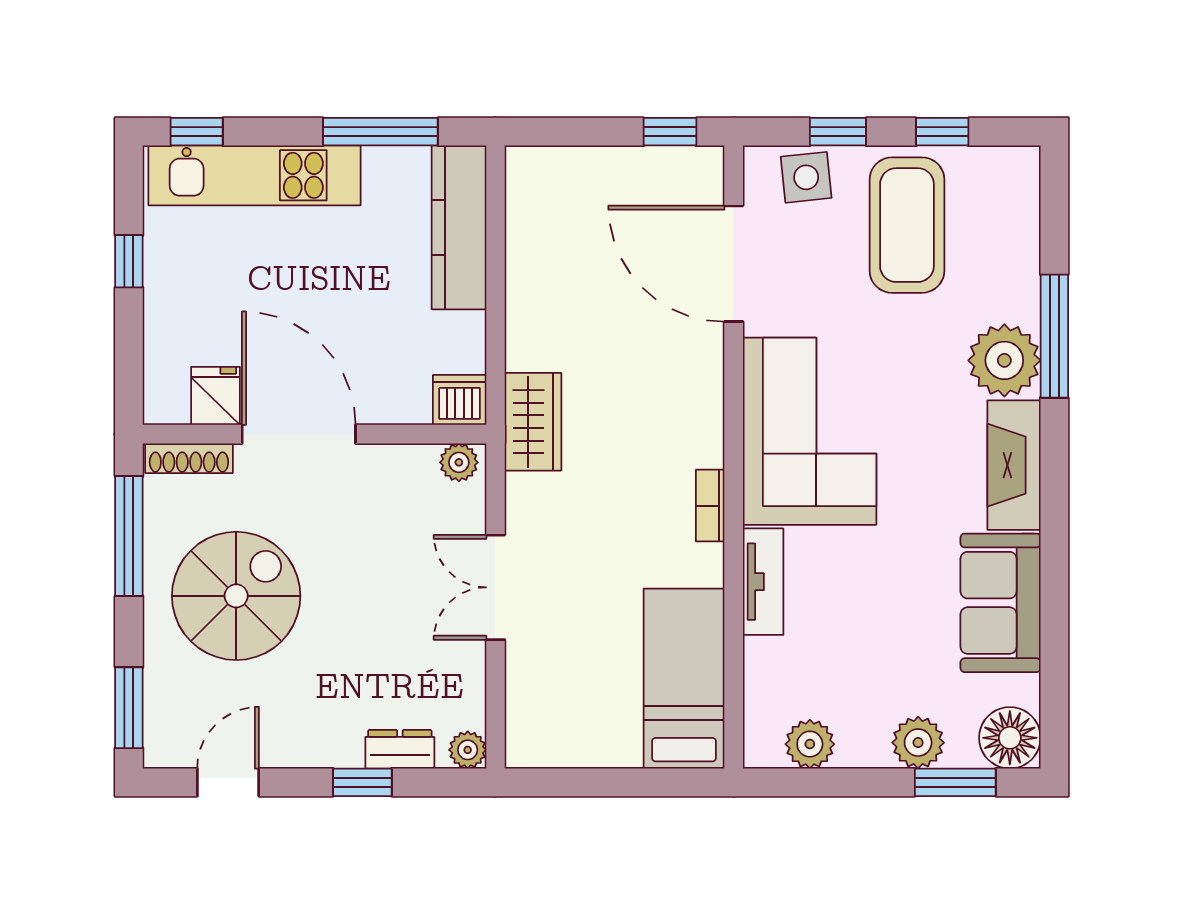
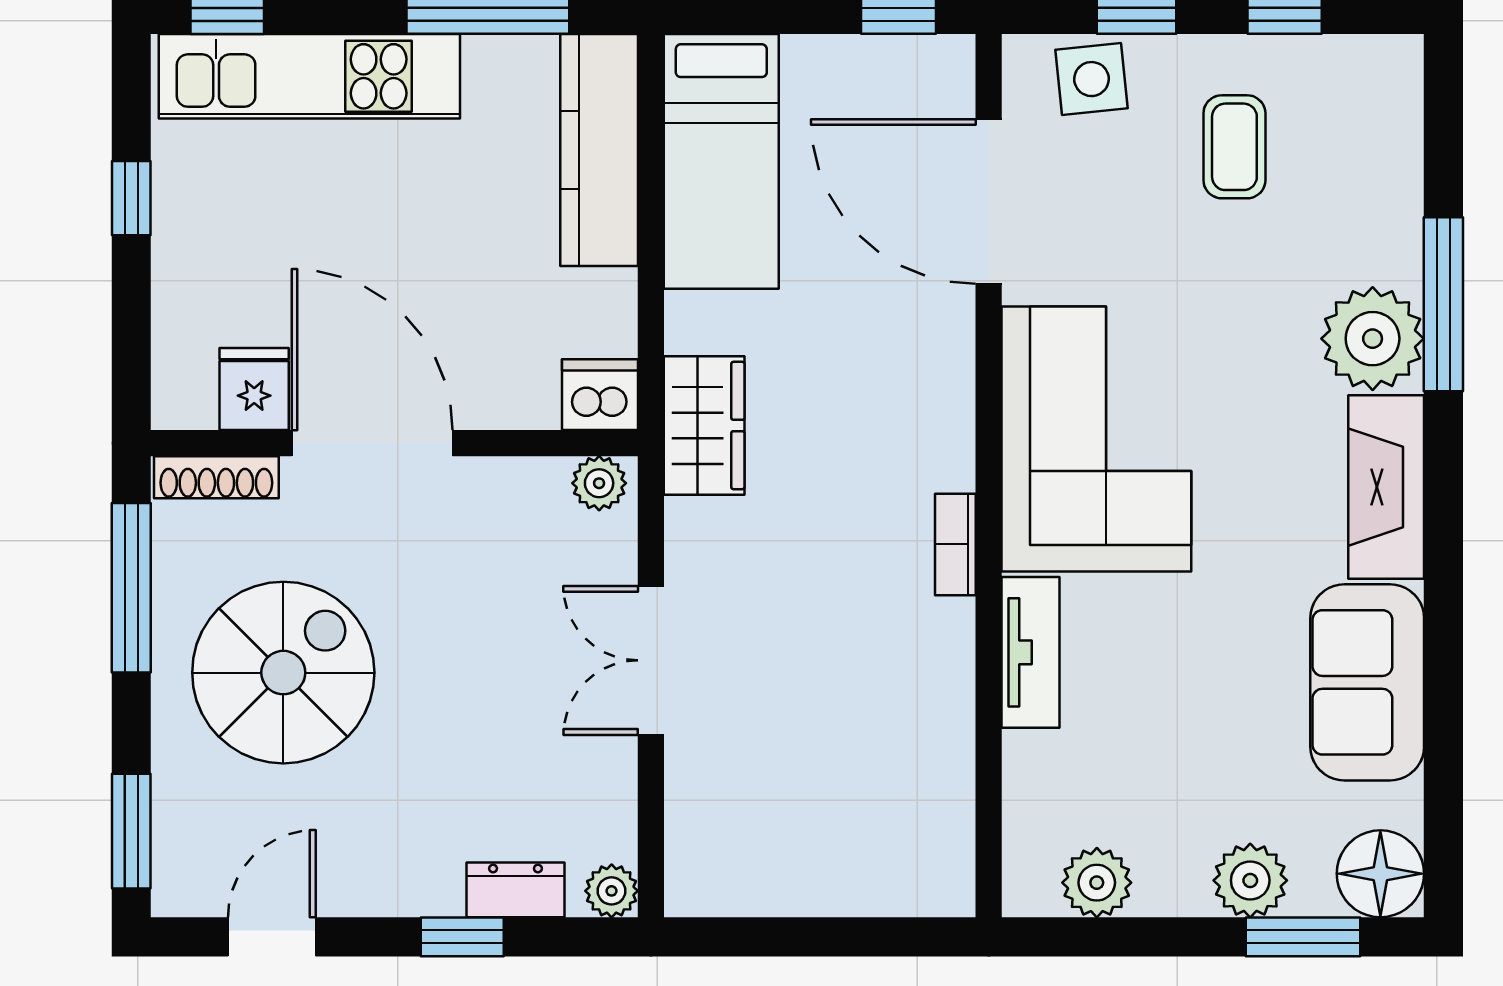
coffee table: (907, 225) -> (1234, 147), width x0.54, depth x0.58
bed: (684, 679) -> (721, 161), moved, turned 180

